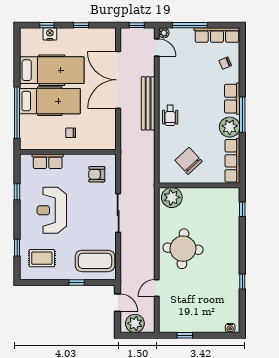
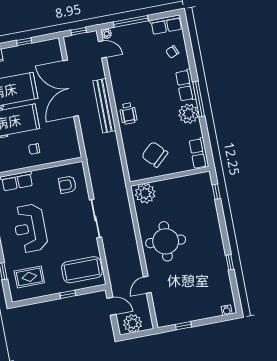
row of seats: (217, 35) -> (166, 25), width x0.68
row of seats: (232, 161) -> (199, 153), width x0.68

